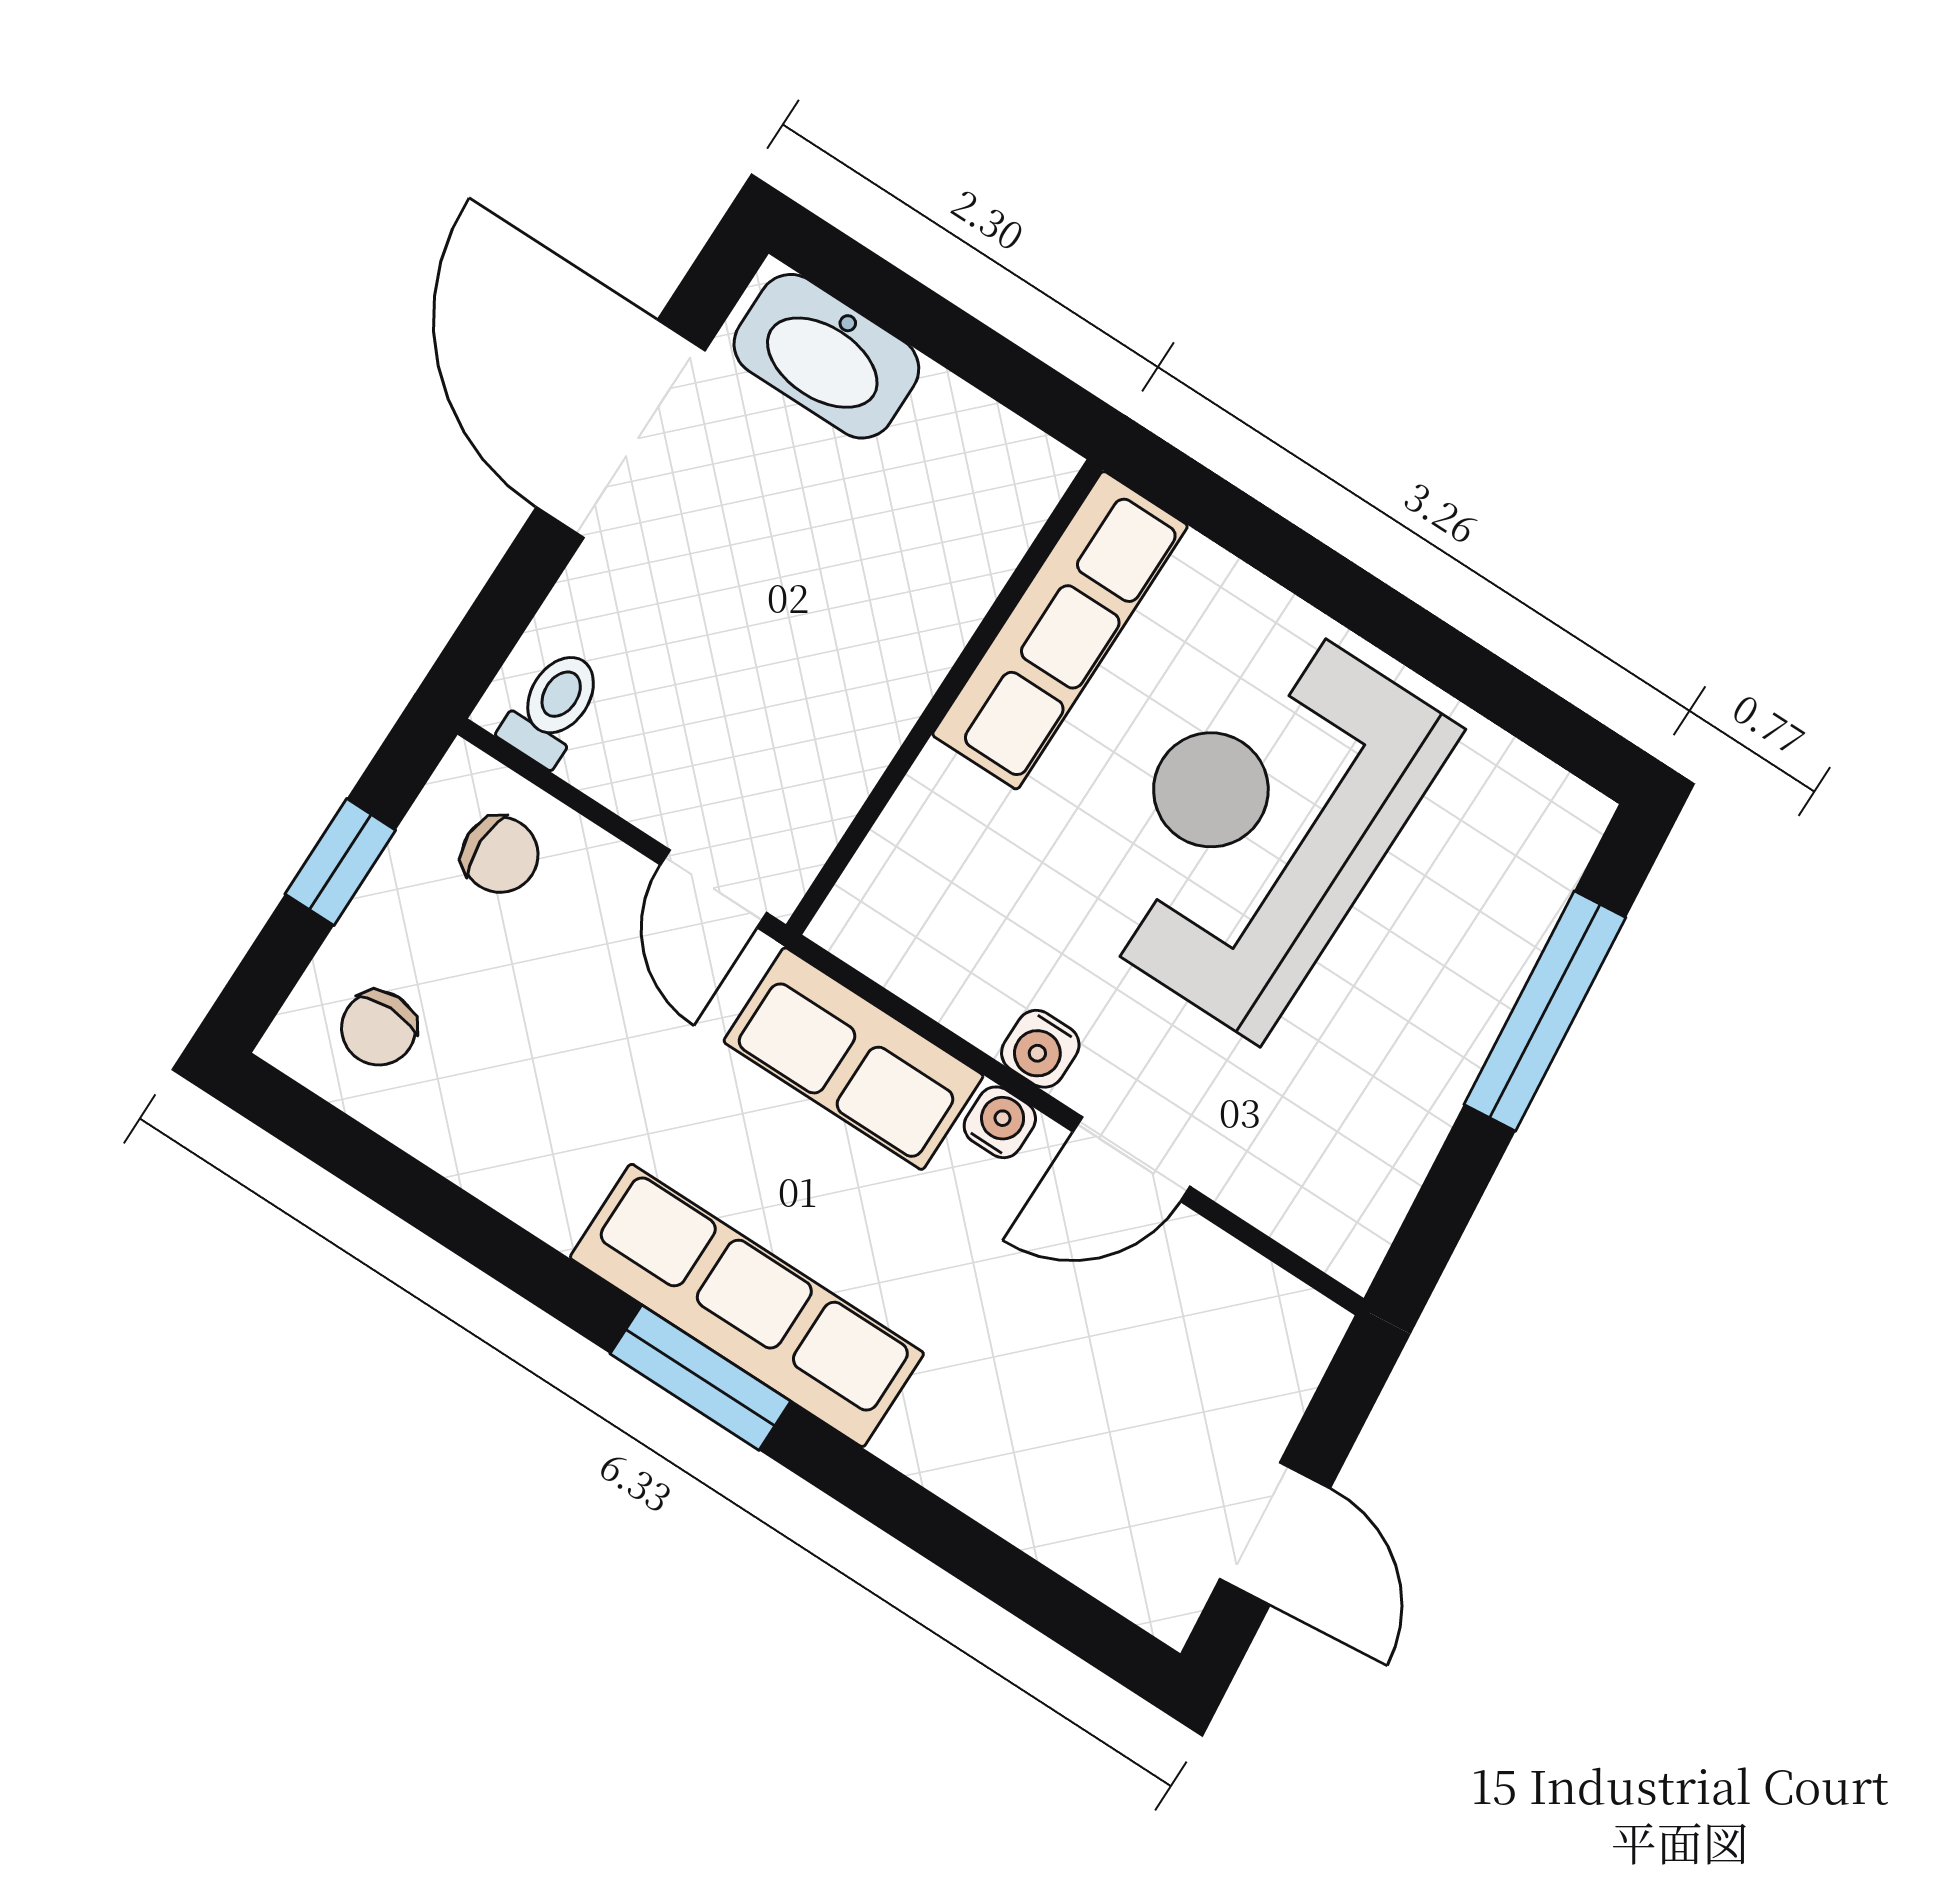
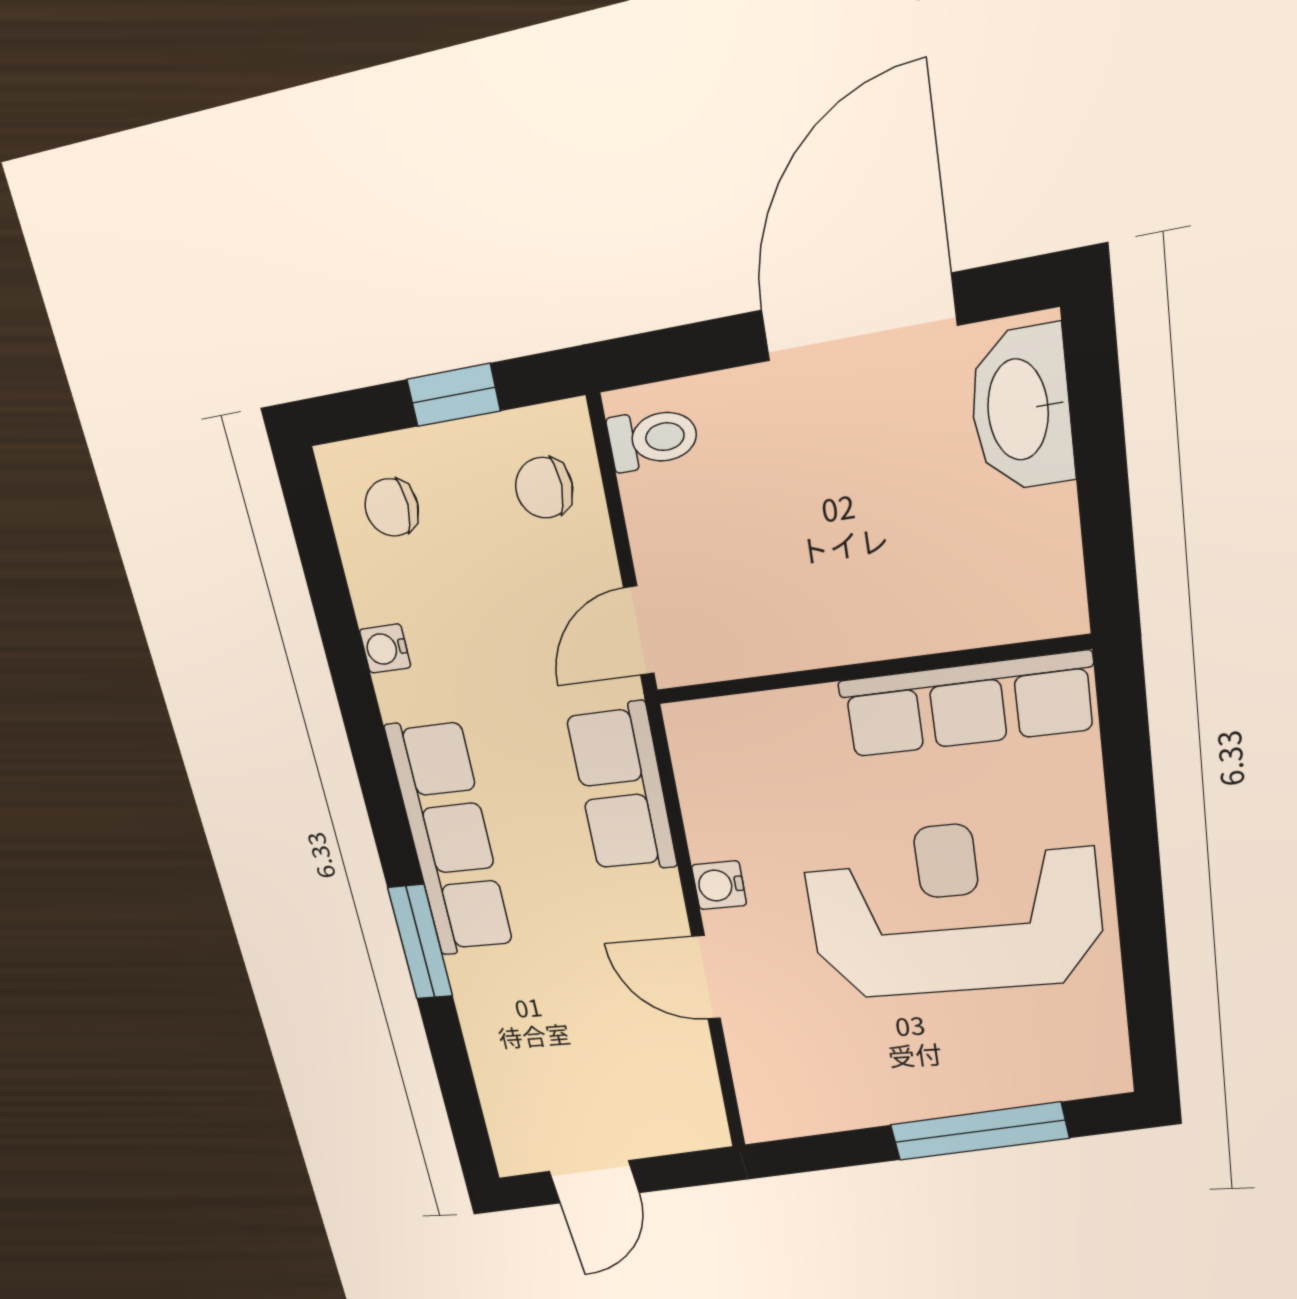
chair: (500, 855) -> (544, 488), turned 90
water cooler: (1000, 1122) -> (385, 649), moved, turned 180
window: (700, 1378) -> (420, 942), moved

